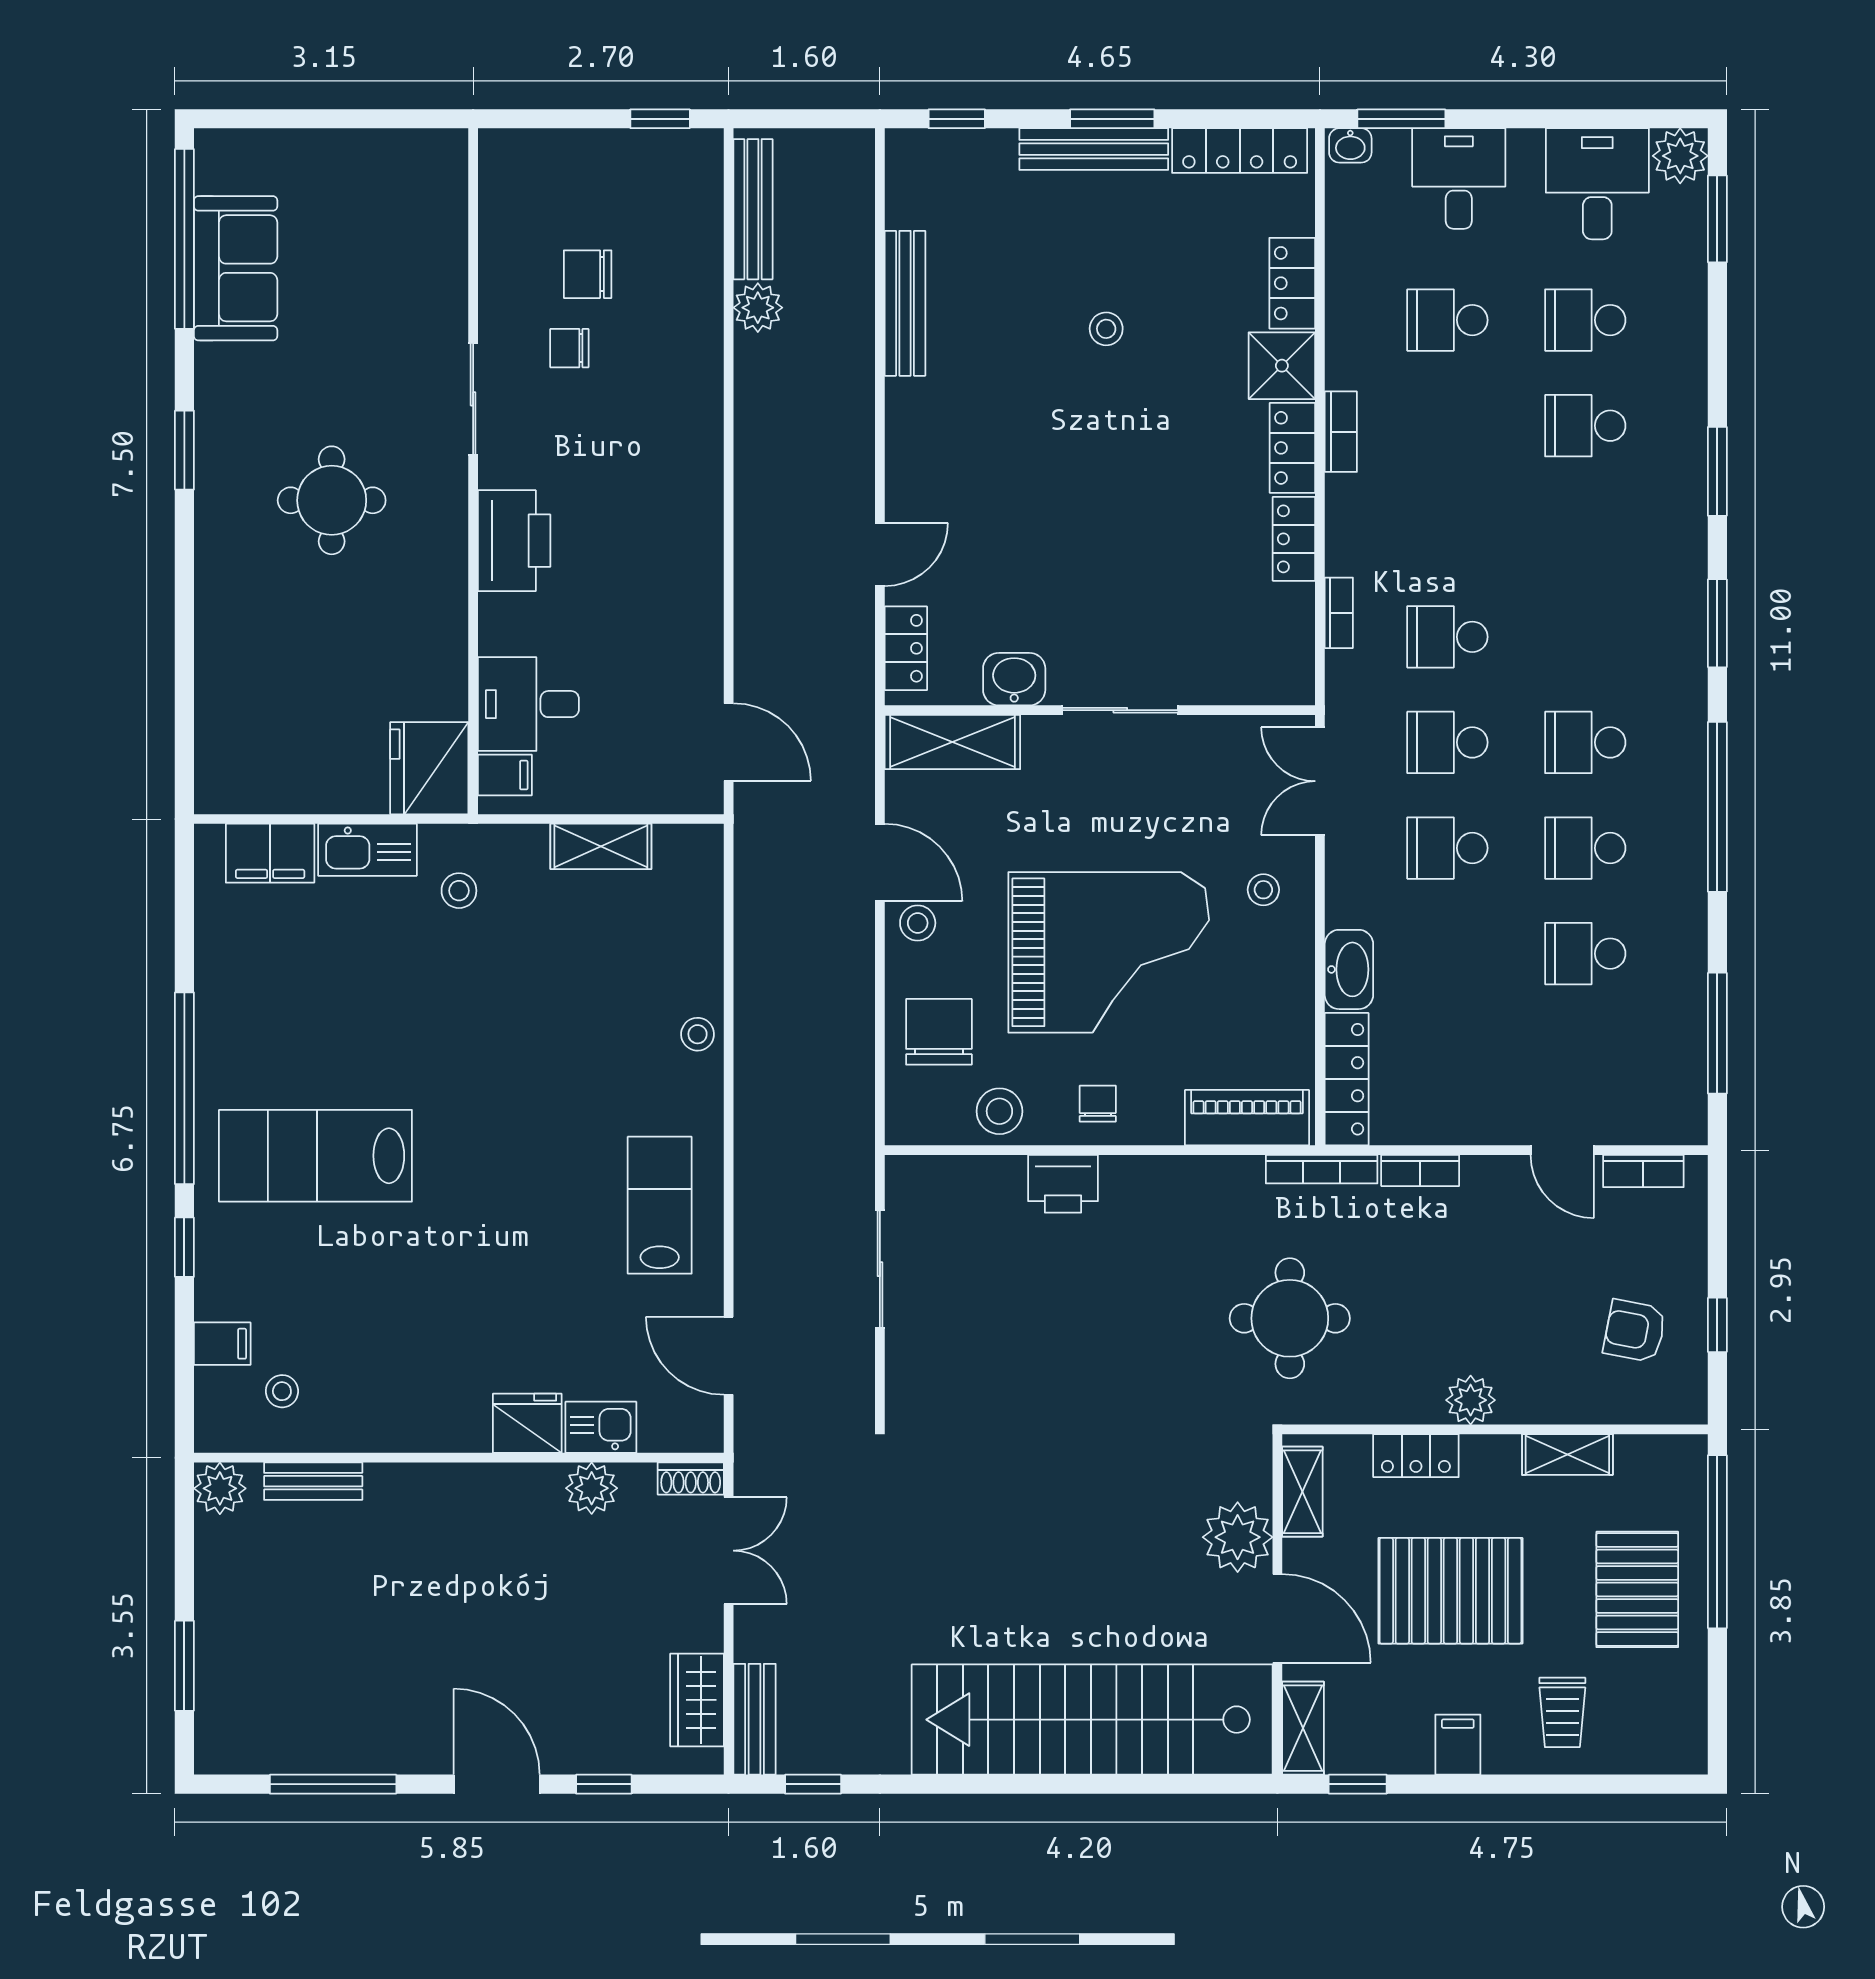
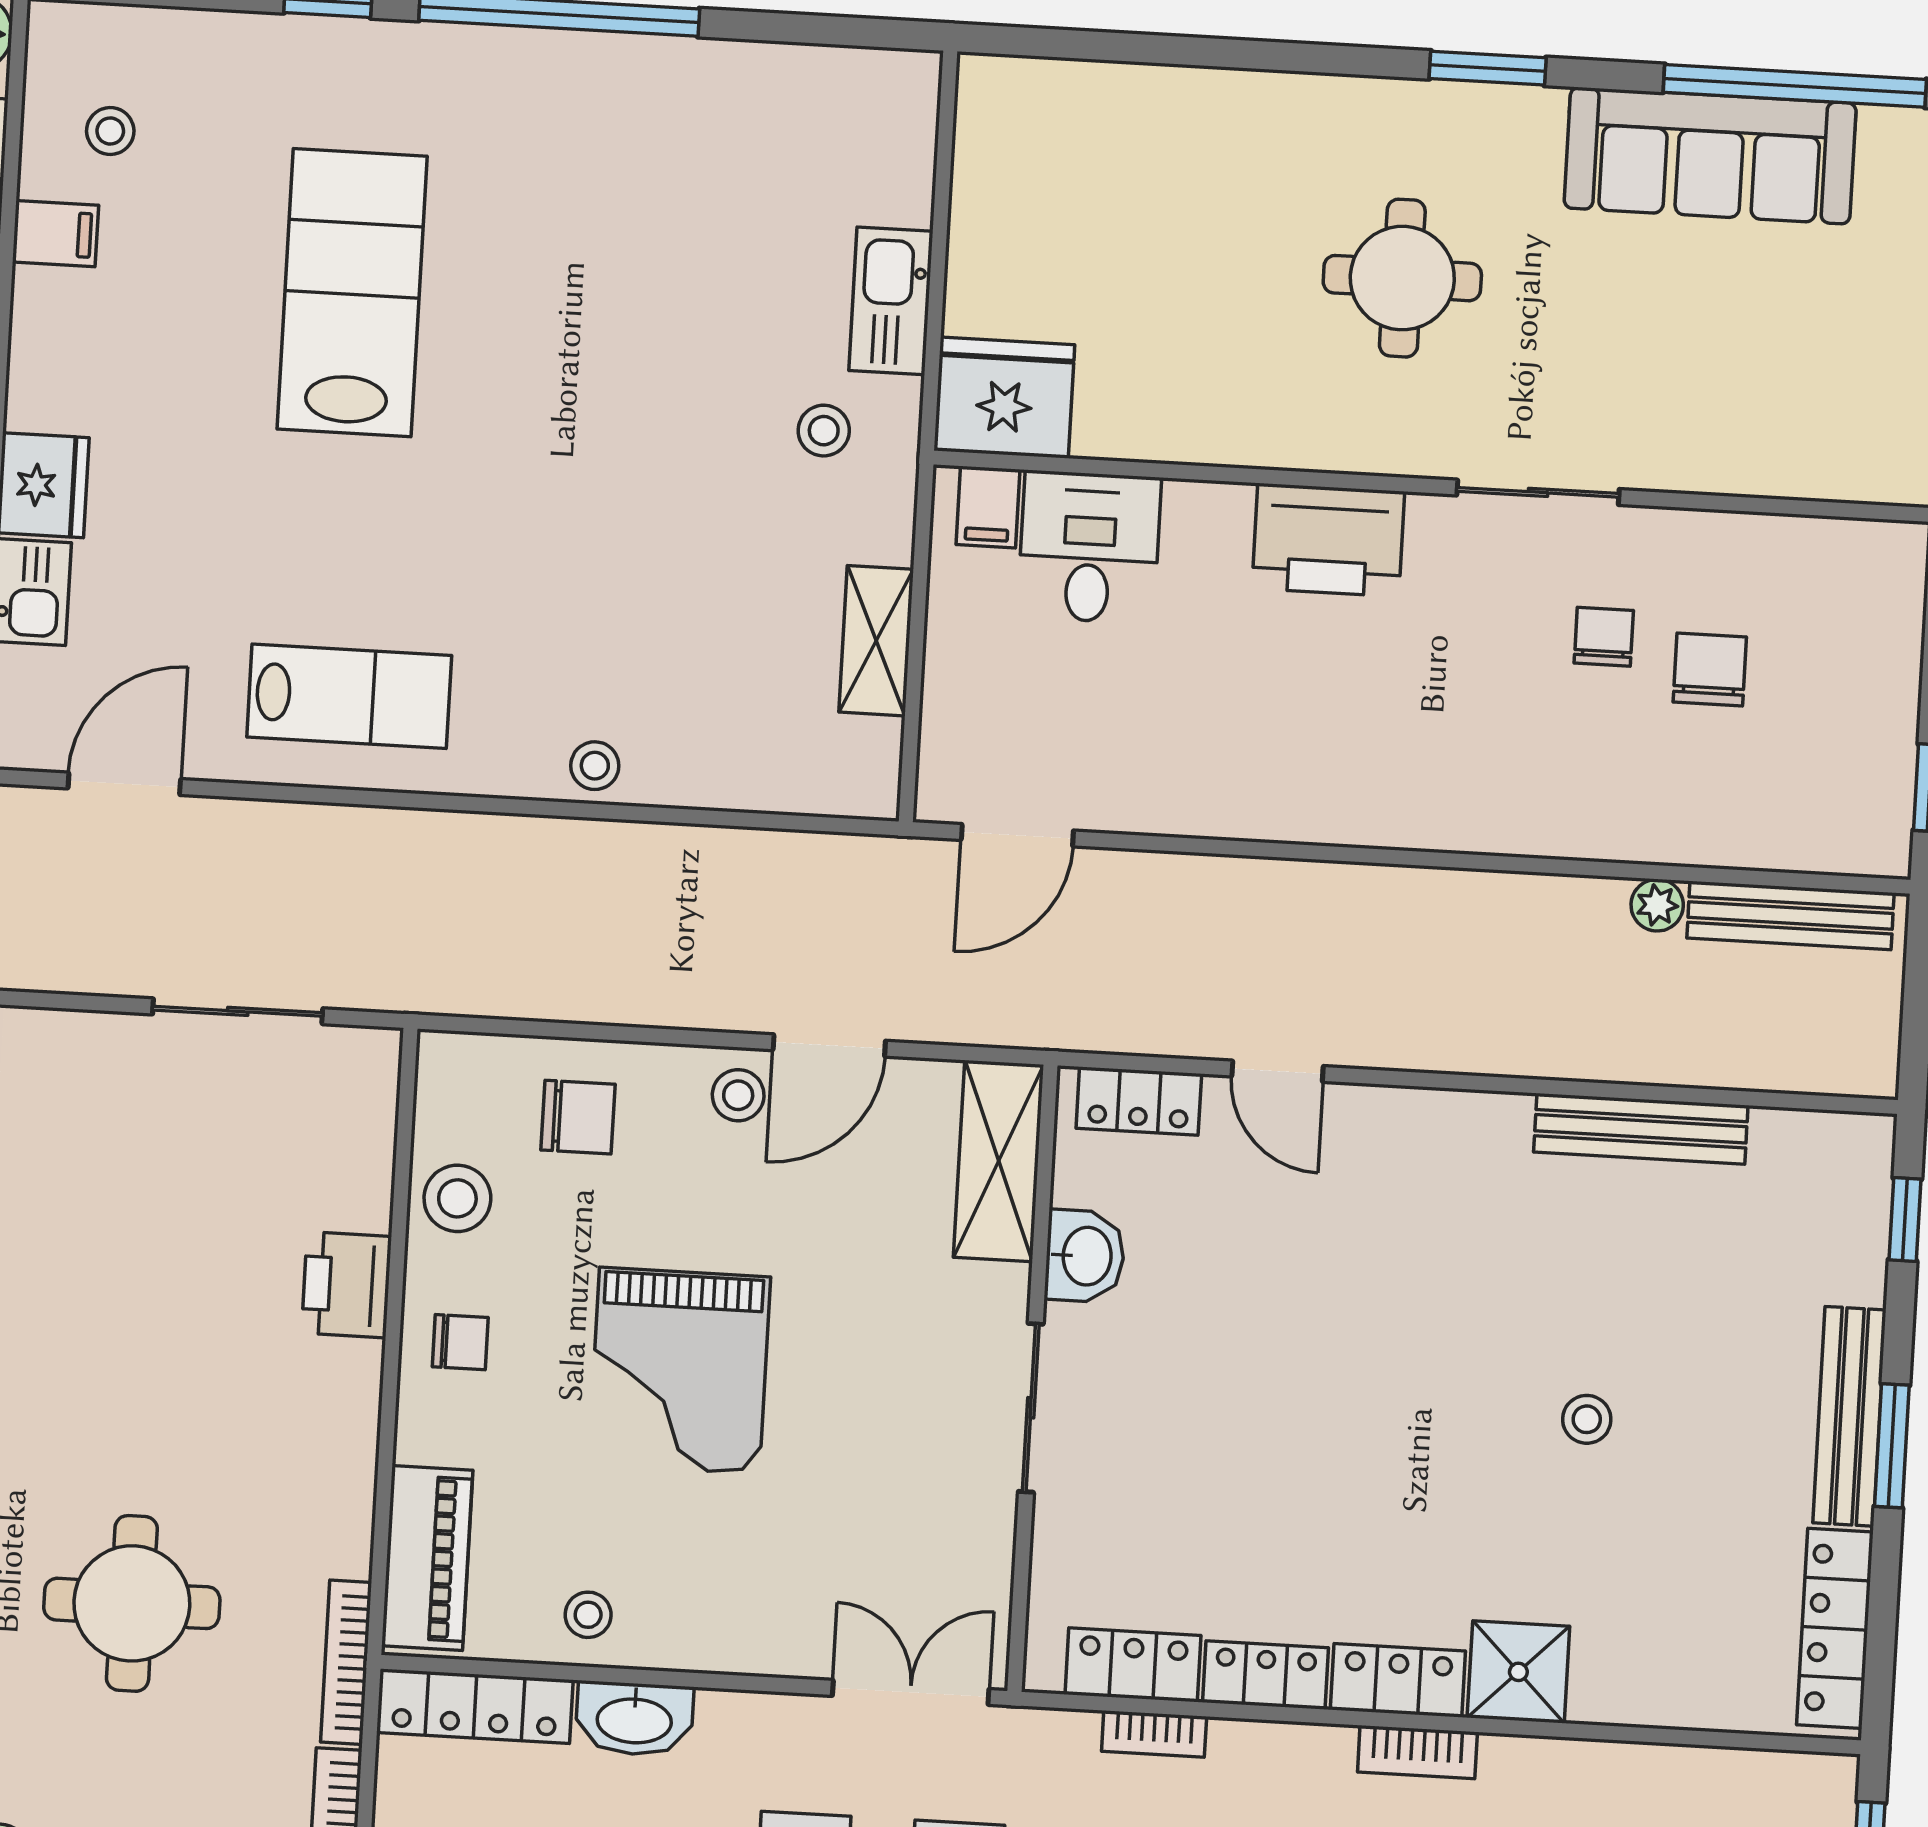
washbasin: (1350, 145) -> (1833, 1790), removed
sofa: (236, 268) -> (1710, 156), width x1.36
locker: (1292, 283) -> (1133, 1665), moved
plant: (758, 308) -> (1657, 905), width x0.73, depth x0.73
filing cabinet: (270, 853) -> (894, 159), removed
stool: (1263, 890) -> (588, 1615), moved
grand piano: (1109, 952) -> (679, 1371), width x0.73, depth x0.68
chair: (939, 1032) -> (578, 1117), width x0.73, depth x0.73
lab bench: (315, 1156) -> (352, 293), moved
filing cabinet: (222, 1344) -> (56, 234), moved, turned -90

